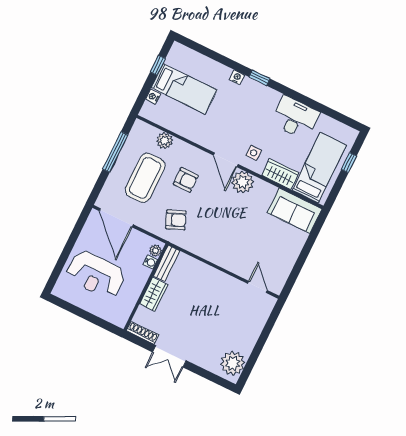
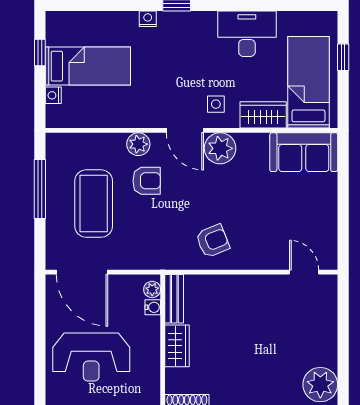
plant: (165, 141) -> (138, 144), moved
armchair: (176, 220) -> (213, 241), moved

